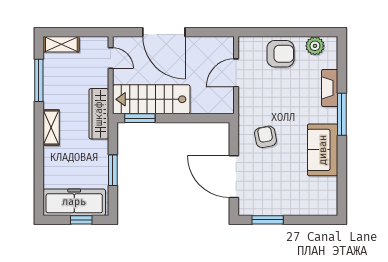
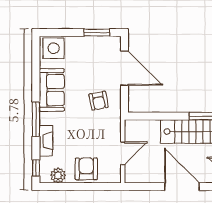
armchair: (280, 54) -> (86, 169), turned 90
window: (342, 55) -> (36, 168), added
side table: (320, 201) -> (54, 48), added

